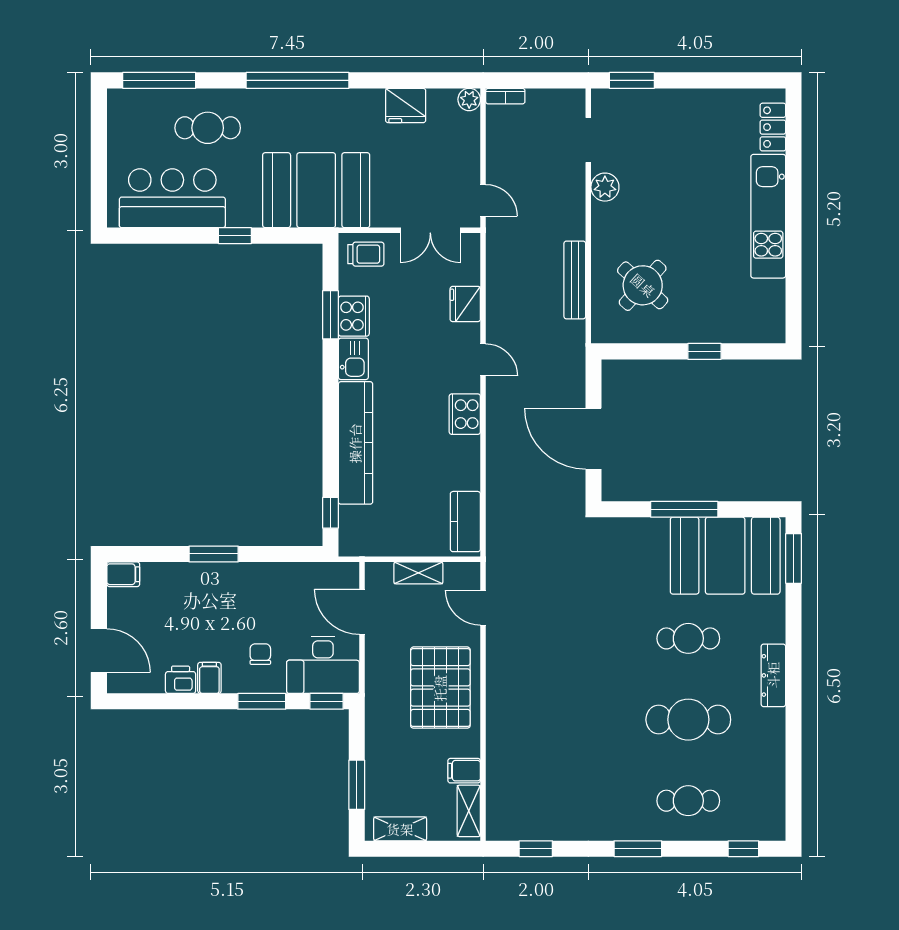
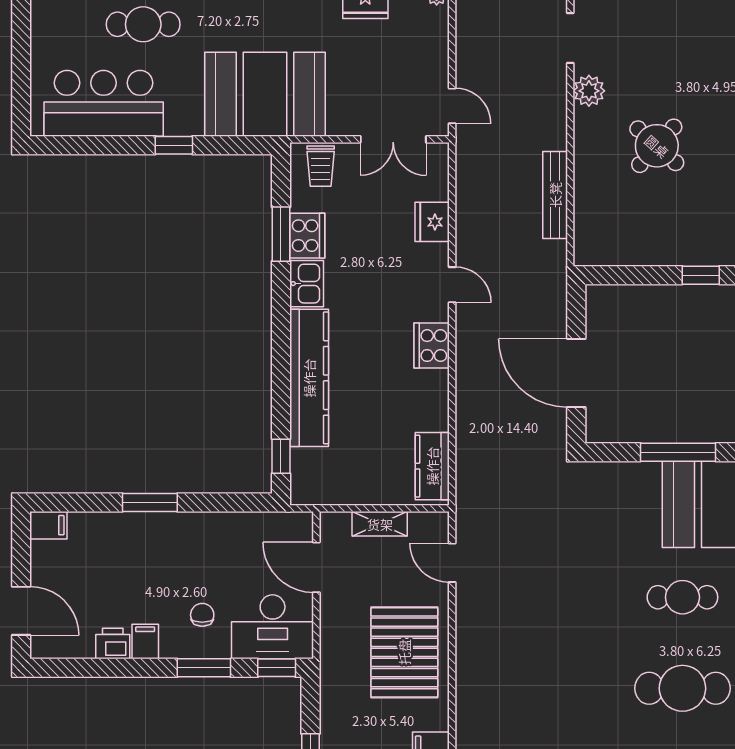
trolley: (366, 254) -> (321, 166), turned 90
round table: (643, 285) -> (657, 146), moved

